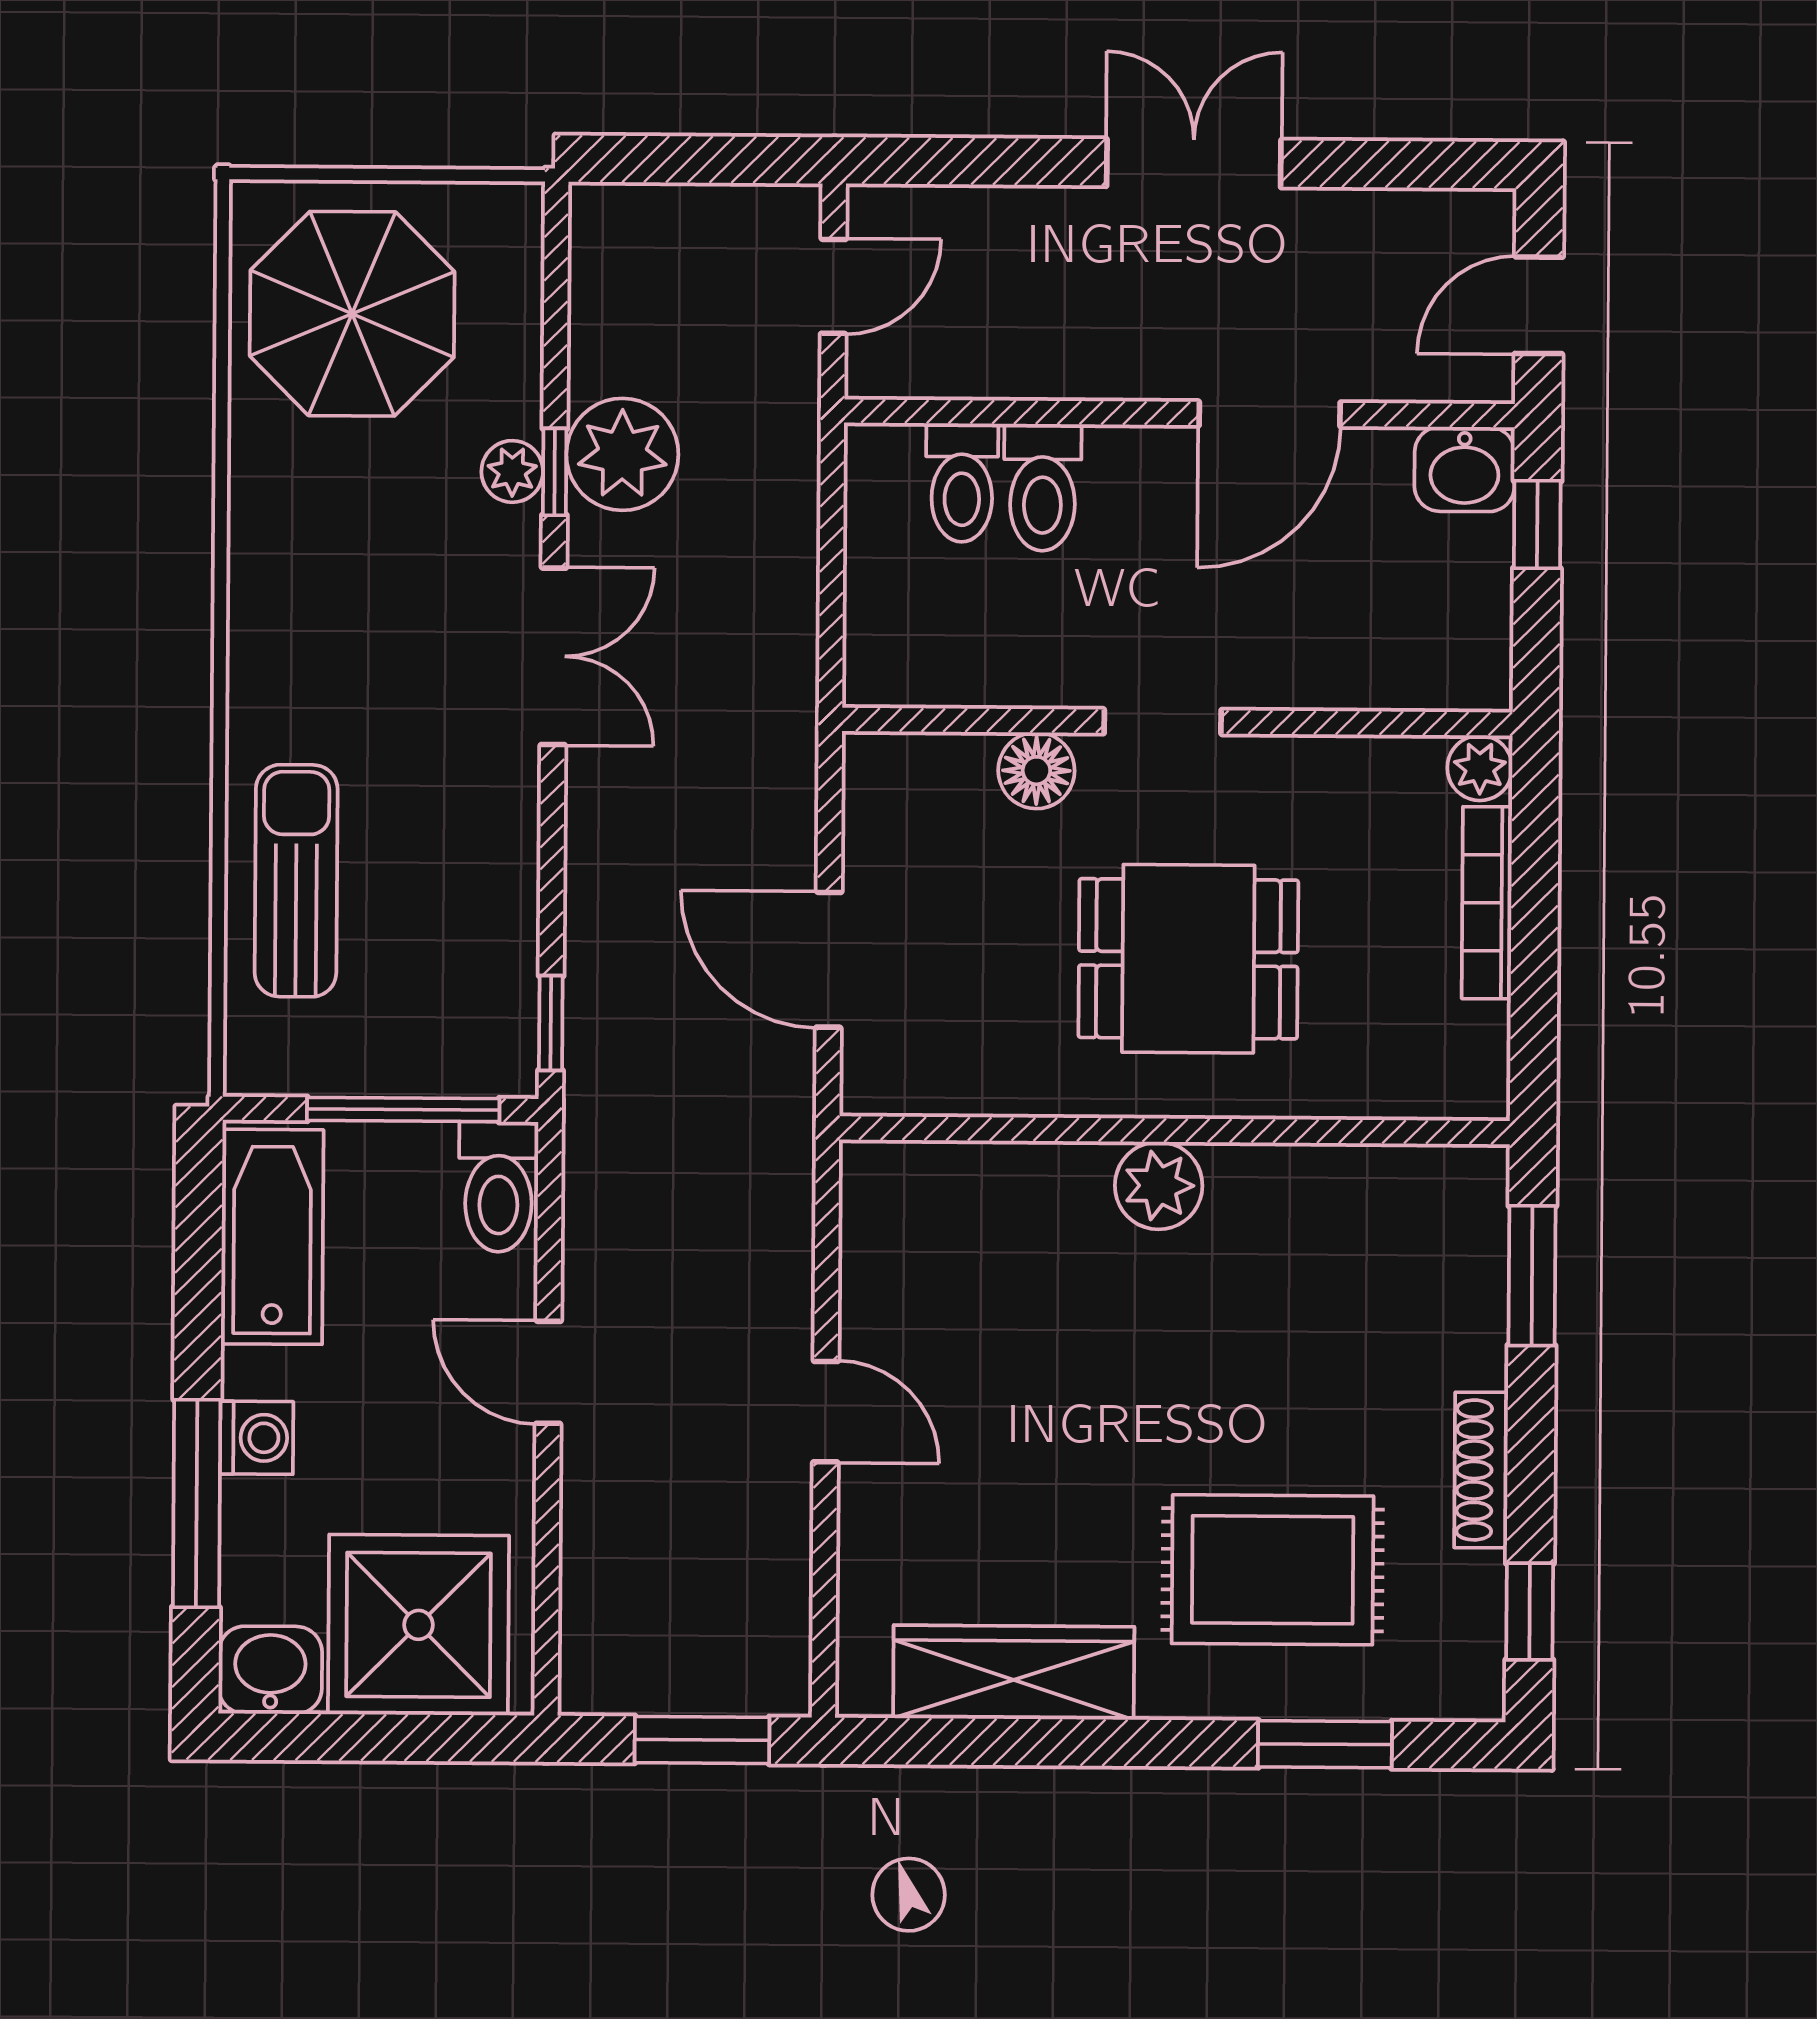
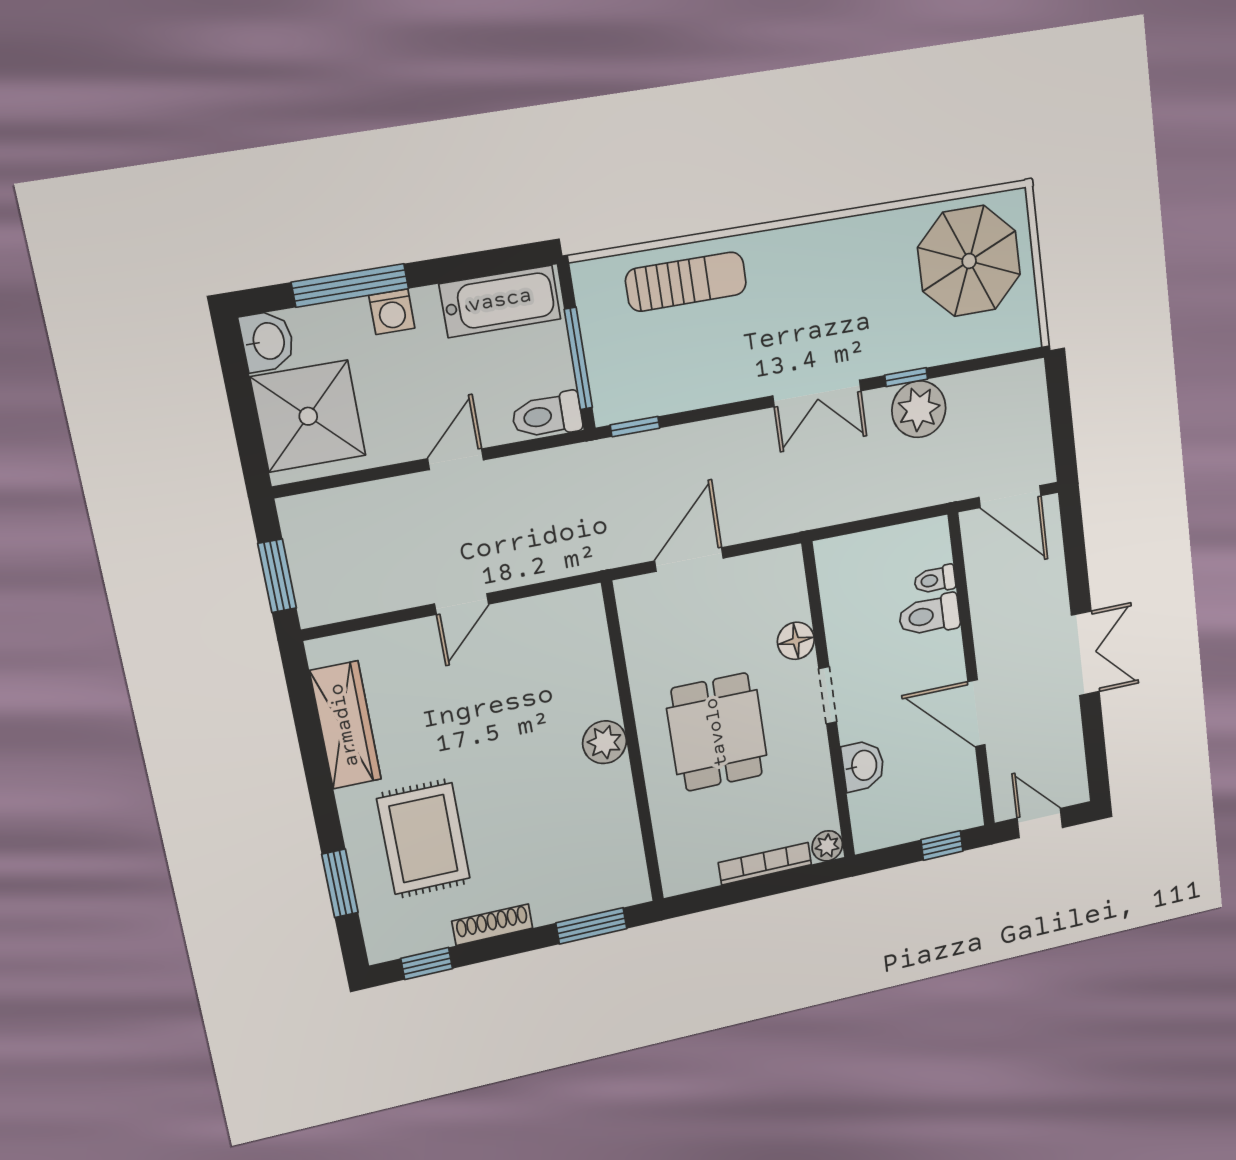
door: (833, 286) -> (1010, 497), width x1.38
washbasin: (1465, 469) -> (863, 766), moved, turned 180
plant: (512, 471) -> (904, 356), removed
toilet: (962, 483) -> (935, 580), width x0.73, depth x0.72

